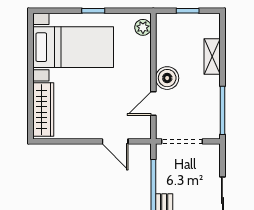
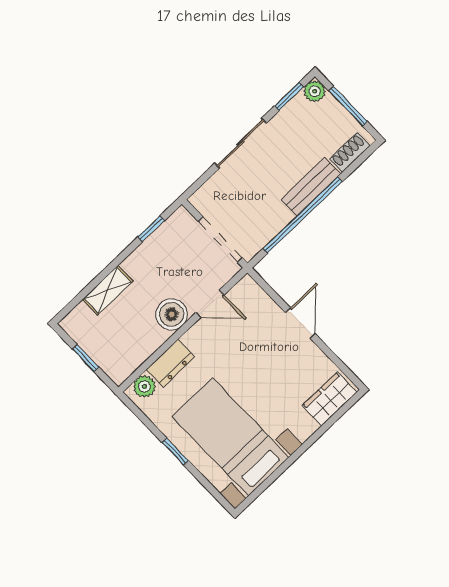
dresser: (142, 53) -> (171, 363), added
wardrobe: (43, 110) -> (330, 399), width x0.67
window: (222, 110) -> (151, 229), width x0.46
door: (115, 141) -> (300, 323), moved

